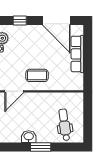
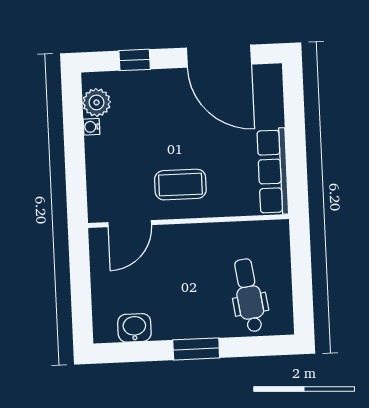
row of seats: (77, 54) -> (273, 171), moved
washbasin: (29, 137) -> (134, 328), moved

